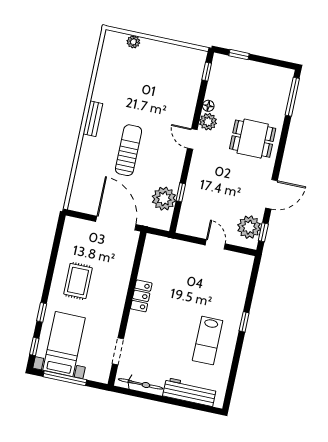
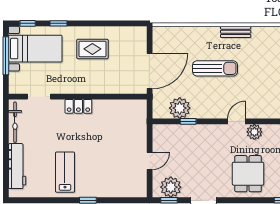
floor lamp: (208, 106) -> (268, 129), removed
locker: (141, 296) -> (78, 106), moved
lab bench: (208, 341) -> (65, 172), turned 90

